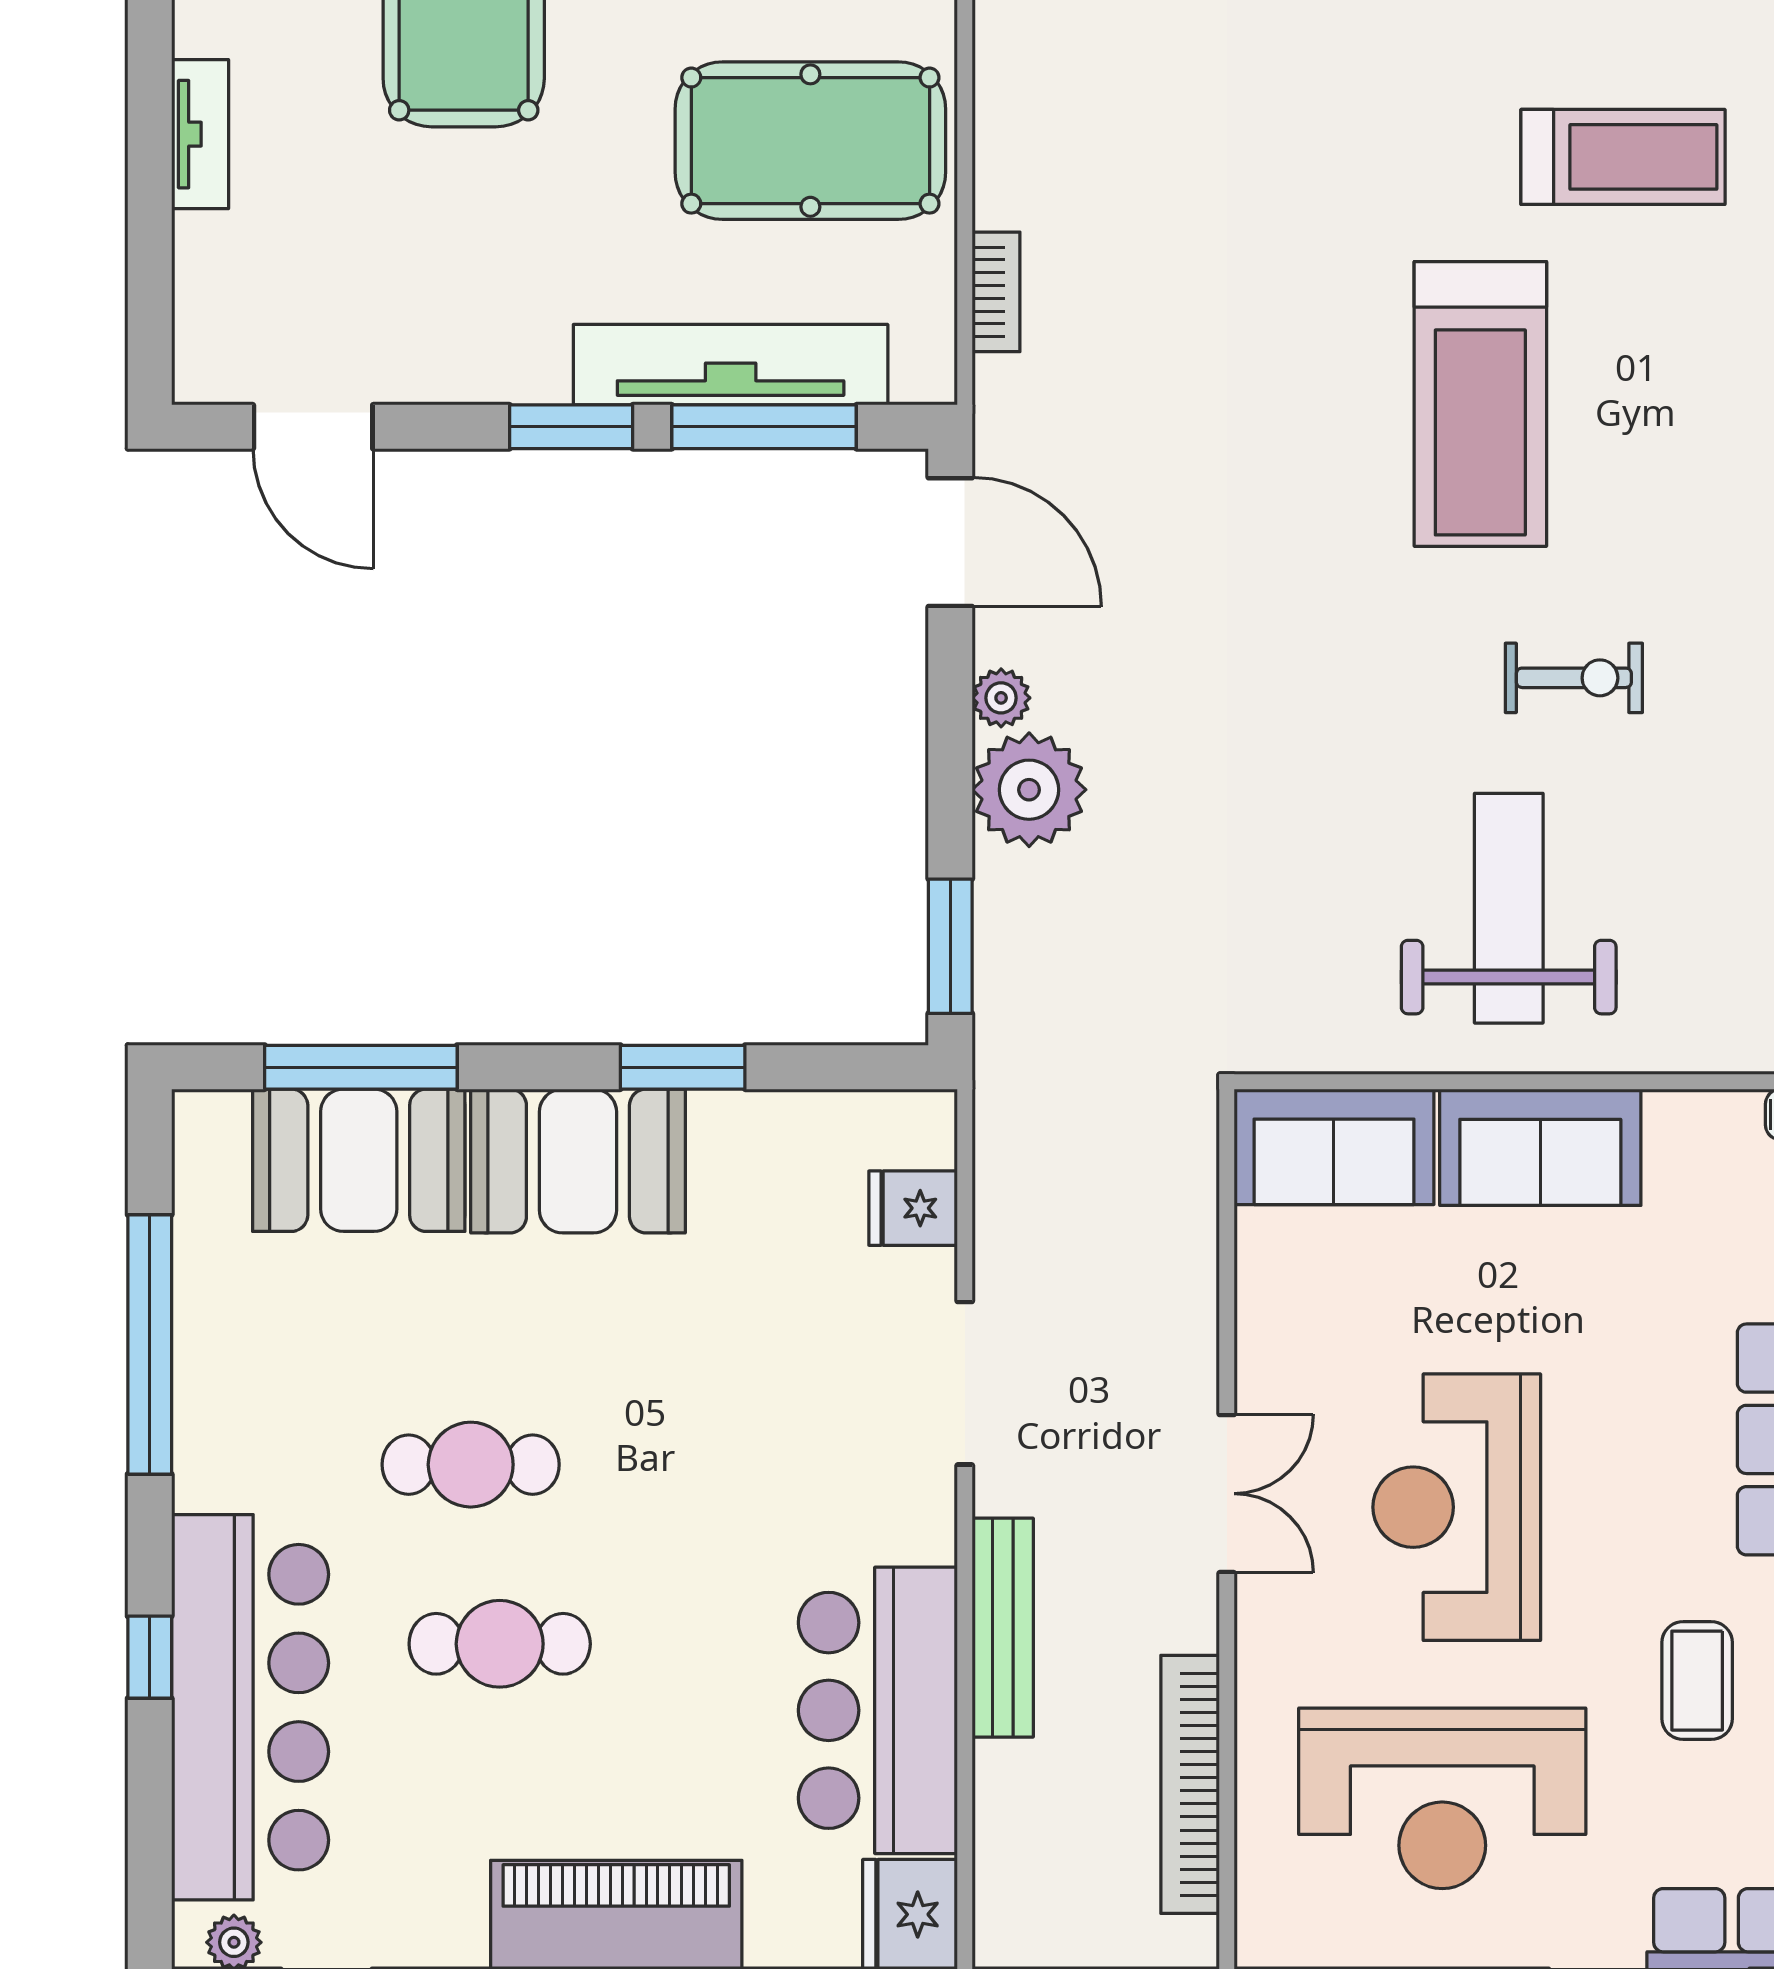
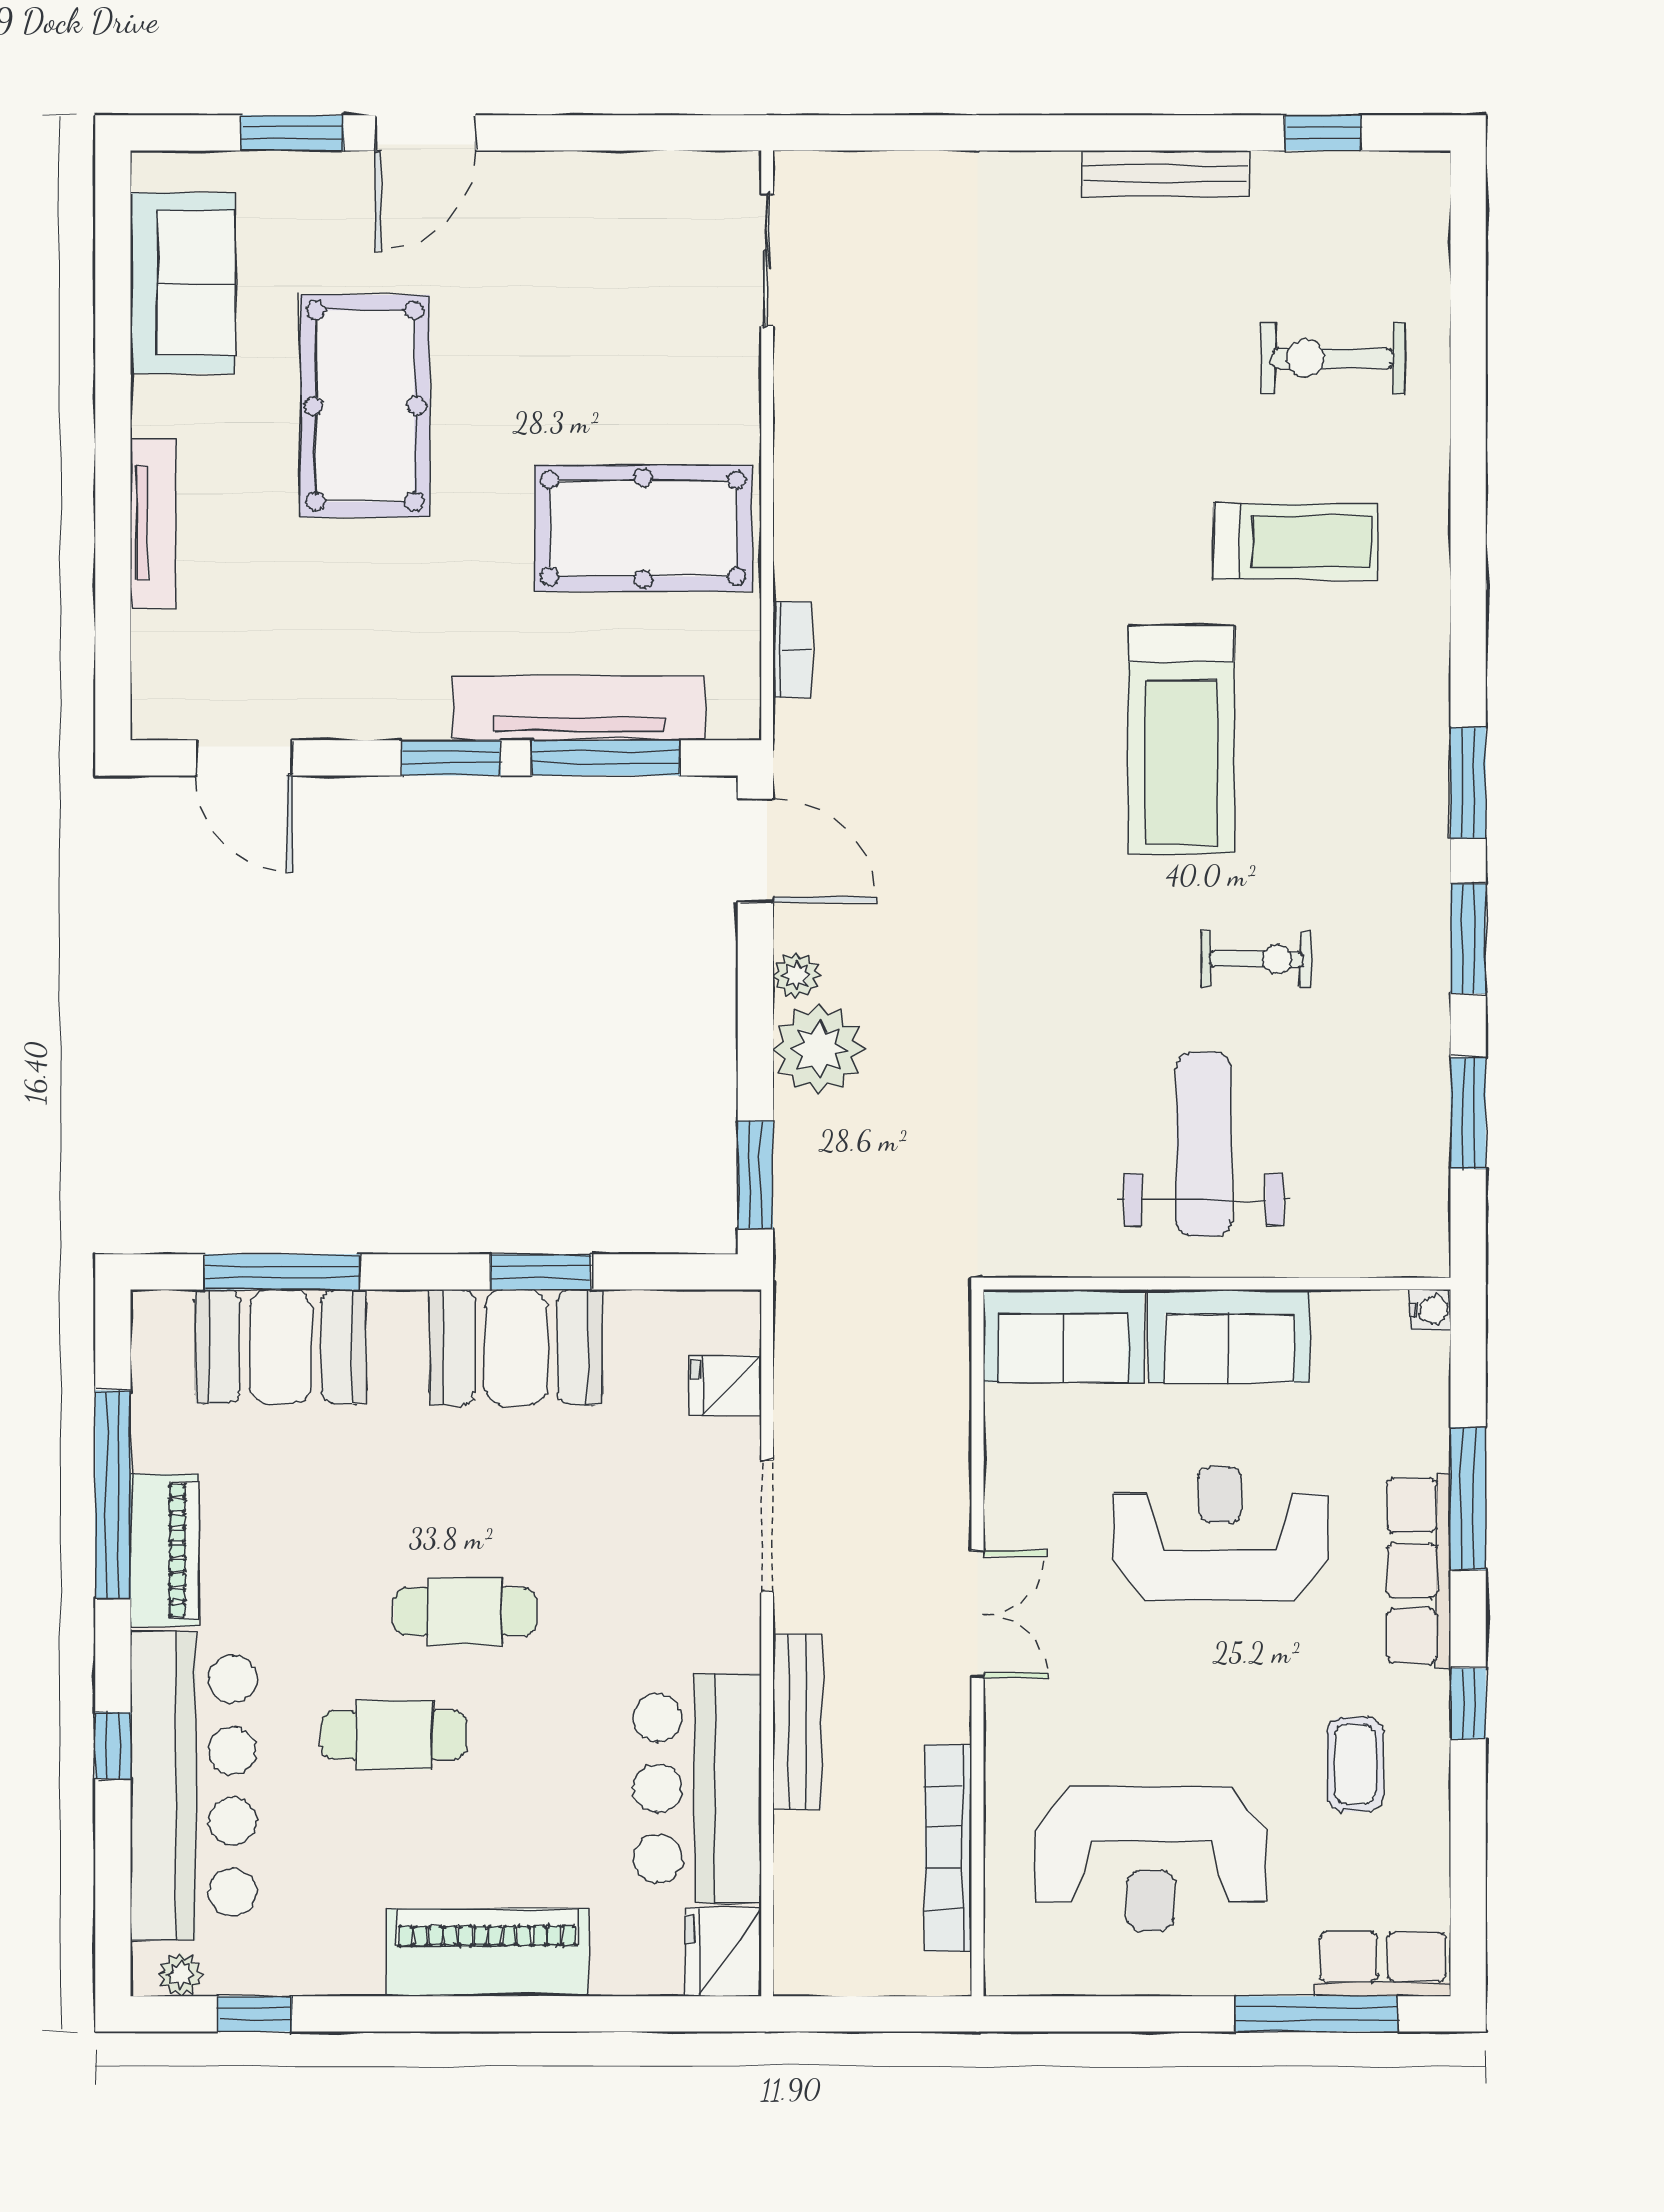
tv unit: (200, 134) -> (153, 523), width x1.41
booth: (578, 1161) -> (516, 1347), moved
piano: (214, 1414) -> (165, 1550), added
cafe table: (471, 1465) -> (465, 1612), moved
reception desk: (1457, 1507) -> (1220, 1534), moved, turned 90

